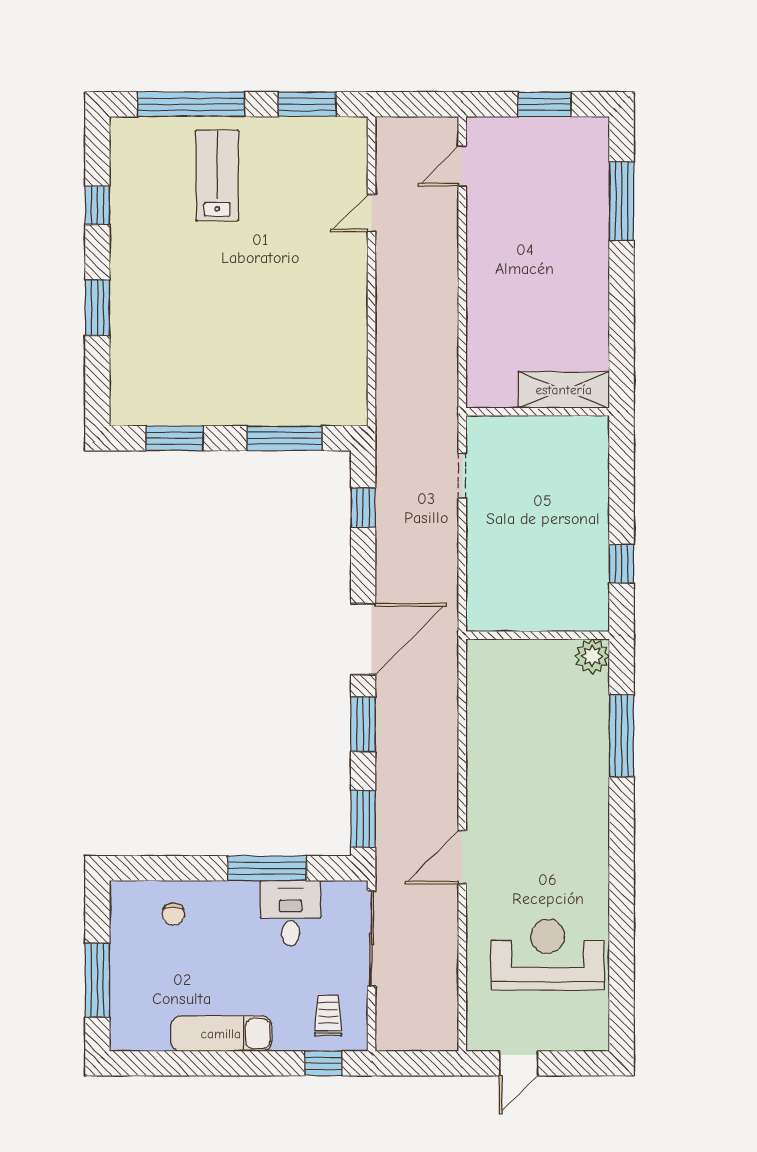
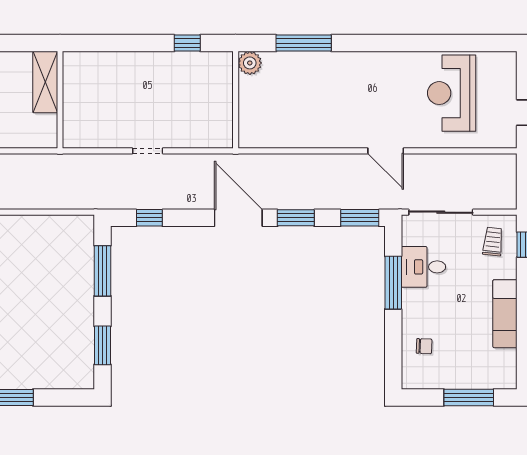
shelving: (564, 390) -> (45, 82), moved
wall: (538, 412) -> (60, 100), moved
doorway: (462, 476) -> (148, 151), moved
trolley: (328, 1016) -> (493, 242), turned 96

